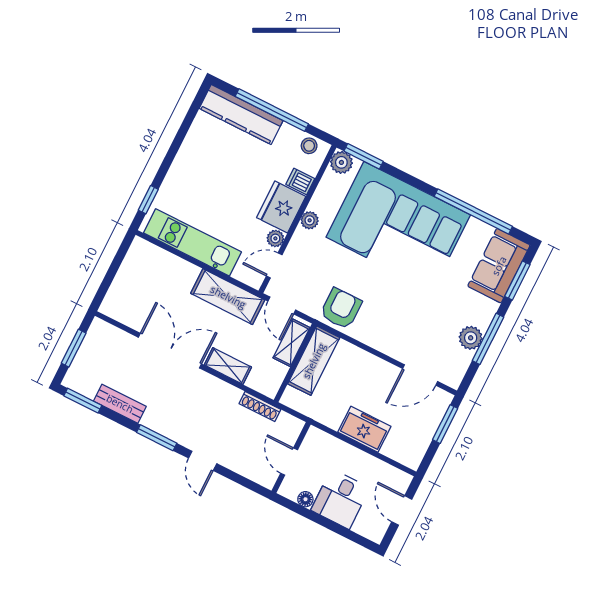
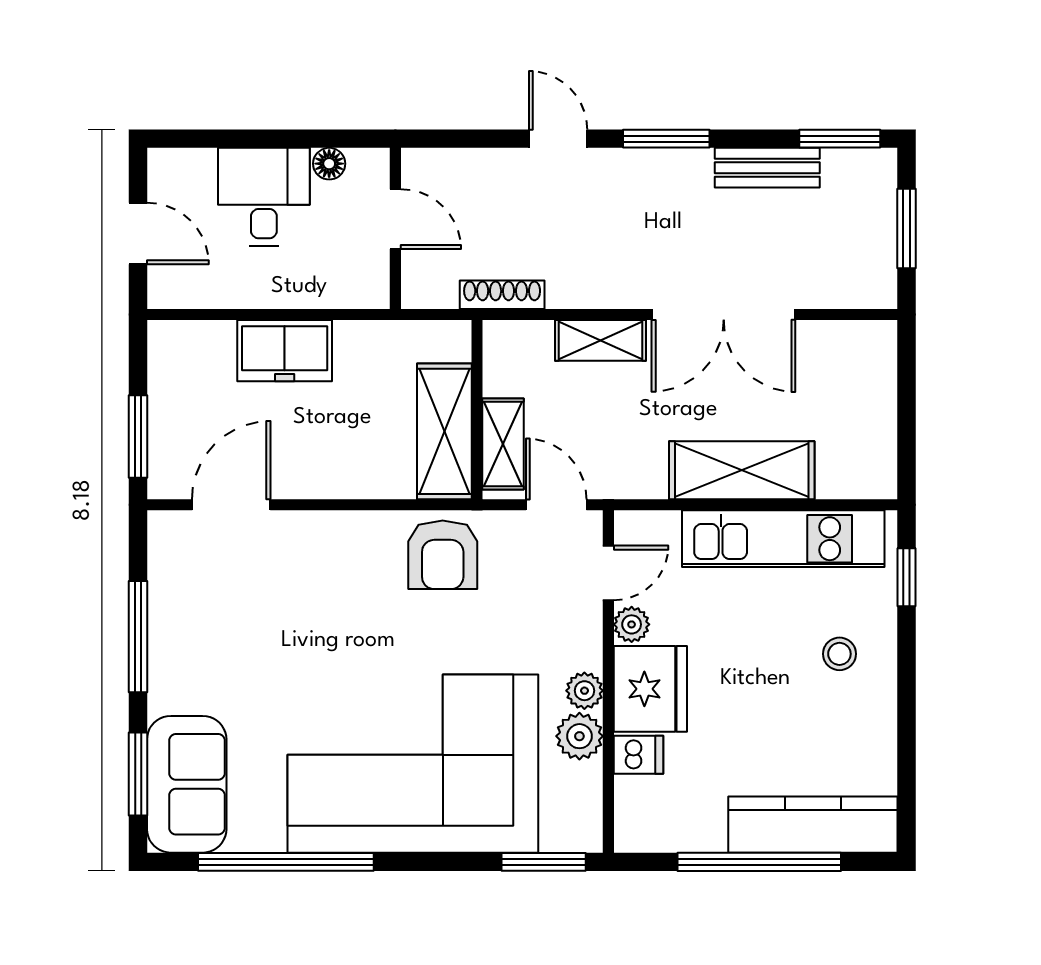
stool: (309, 146) -> (839, 654), moved
plant: (341, 162) -> (579, 736), moved
shelving: (228, 297) -> (742, 470), moved
plant: (471, 338) -> (172, 622), removed

